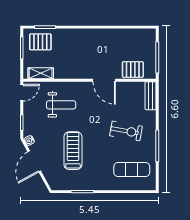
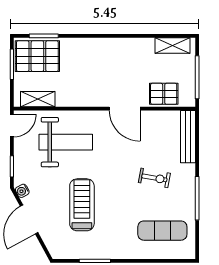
shelving: (139, 34) -> (172, 45), added
pallet: (40, 42) -> (37, 56), width x1.50, depth x1.42
bench: (151, 96) -> (188, 137), width x1.36
weight bench: (61, 105) -> (66, 142), width x1.36, depth x1.33
exercise bike: (126, 131) -> (154, 178), width x0.73, depth x0.72

